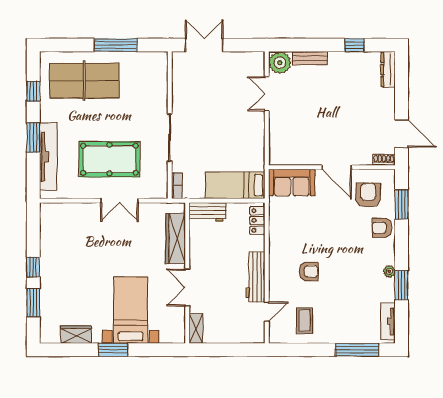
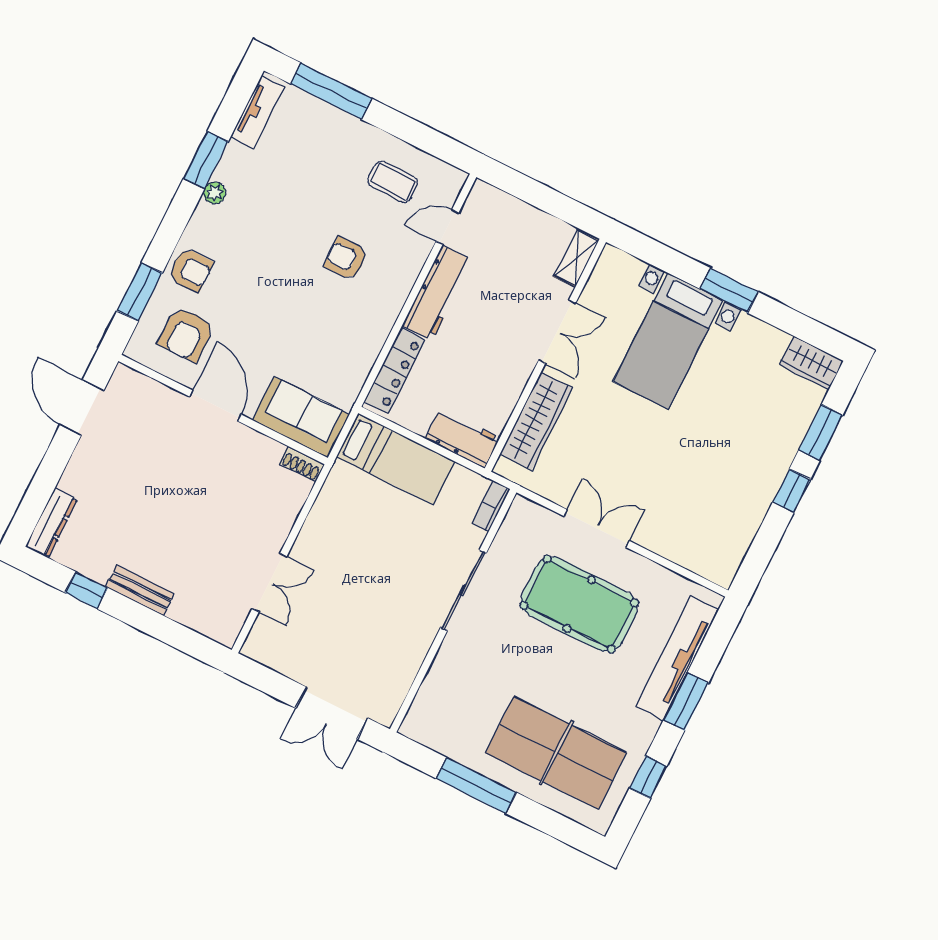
bench: (310, 58) -> (140, 590), moved
plant: (280, 63) -> (223, 623), removed
shoe rack: (384, 160) -> (302, 464), moved
locker: (257, 220) -> (394, 371), width x1.53
coffee table: (305, 321) -> (393, 182), turned 90
wardrobe: (76, 335) -> (811, 363), moved

